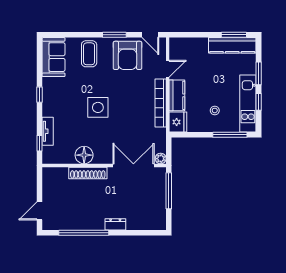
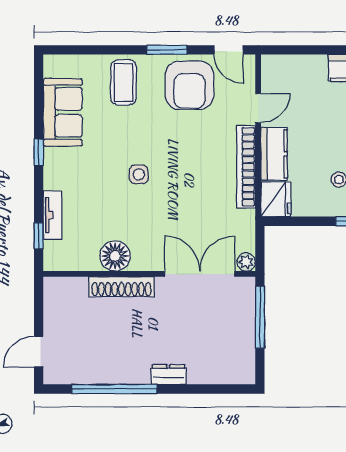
sofa: (54, 57) -> (63, 112), moved
side table: (98, 107) -> (139, 174), width x0.54, depth x0.54

